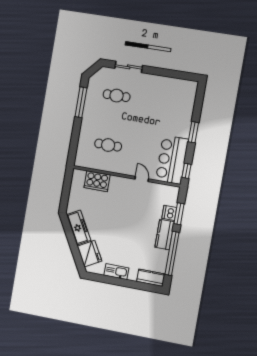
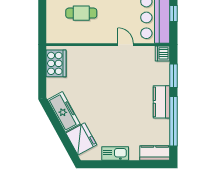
window: (187, 171) -> (173, 14), moved
cooker: (97, 181) -> (56, 63), moved, turned -90
dishwasher: (169, 213) -> (163, 53), moved

